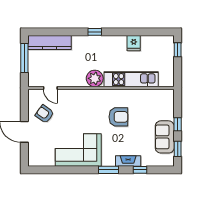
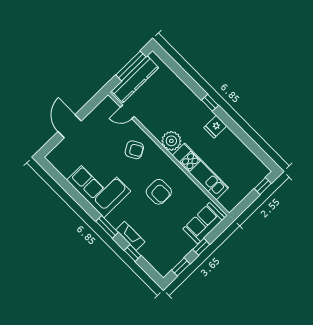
kitchen counter: (49, 43) -> (135, 79), moved, turned -90
fridge: (134, 43) -> (215, 127), moved
door: (50, 88) -> (127, 112), hinge flipped
armchair: (45, 114) -> (134, 150), moved, turned 115
sofa: (165, 137) -> (204, 223), moved

